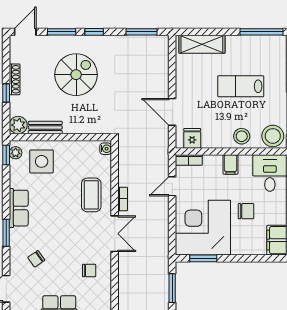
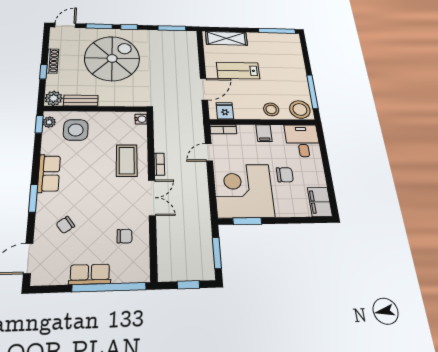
spiral stairs: (76, 75) -> (112, 58), width x1.37, depth x1.37
lab bench: (241, 86) -> (238, 71), moved
door: (172, 112) -> (204, 89), swing flipped

